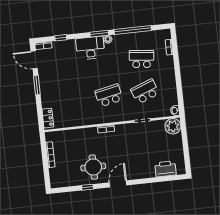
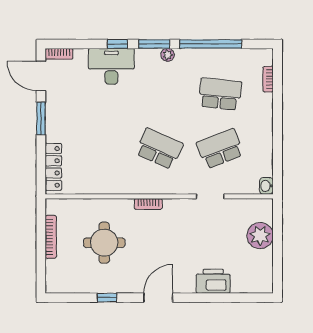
window: (61, 38) -> (117, 44), moved
desk: (90, 48) -> (111, 66), moved
school desk: (109, 95) -> (159, 149), turned 36
locker: (48, 118) -> (53, 167), width x1.53
plant: (173, 126) -> (260, 236), moved
round table: (93, 167) -> (104, 243), moved
printer: (166, 169) -> (213, 281), moved

